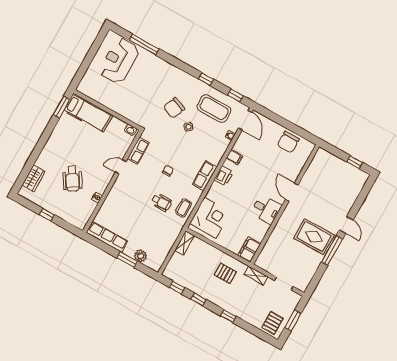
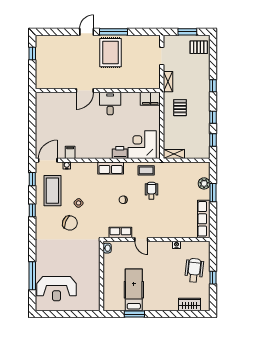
window: (62, 107) -> (134, 314), moved
hospital bed: (88, 113) -> (134, 290), moved
chair: (288, 142) -> (46, 116), removed
filing cabinet: (234, 157) -> (70, 152), moved
printer: (224, 176) -> (120, 153), moved
wheelchair: (72, 179) -> (194, 270), moved, turned -52

